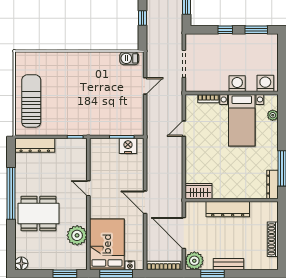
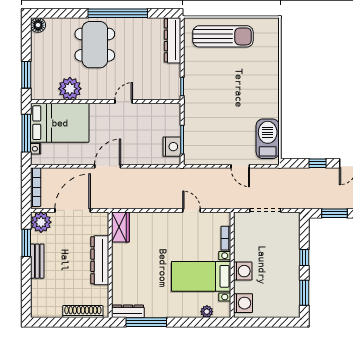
barbecue: (129, 58) -> (268, 139), width x1.88, depth x1.53
shoe rack: (273, 239) -> (83, 312), moved

